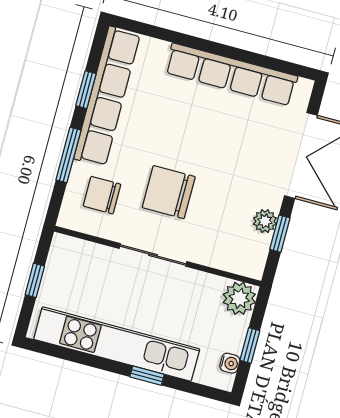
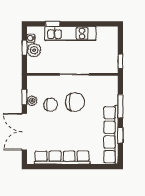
chair: (102, 195) -> (51, 105), moved
window: (35, 280) -> (120, 61), moved
plant: (239, 298) -> (34, 50), moved
kitchen unit: (117, 344) -> (70, 34), width x0.73
window: (147, 376) -> (53, 24), moved

